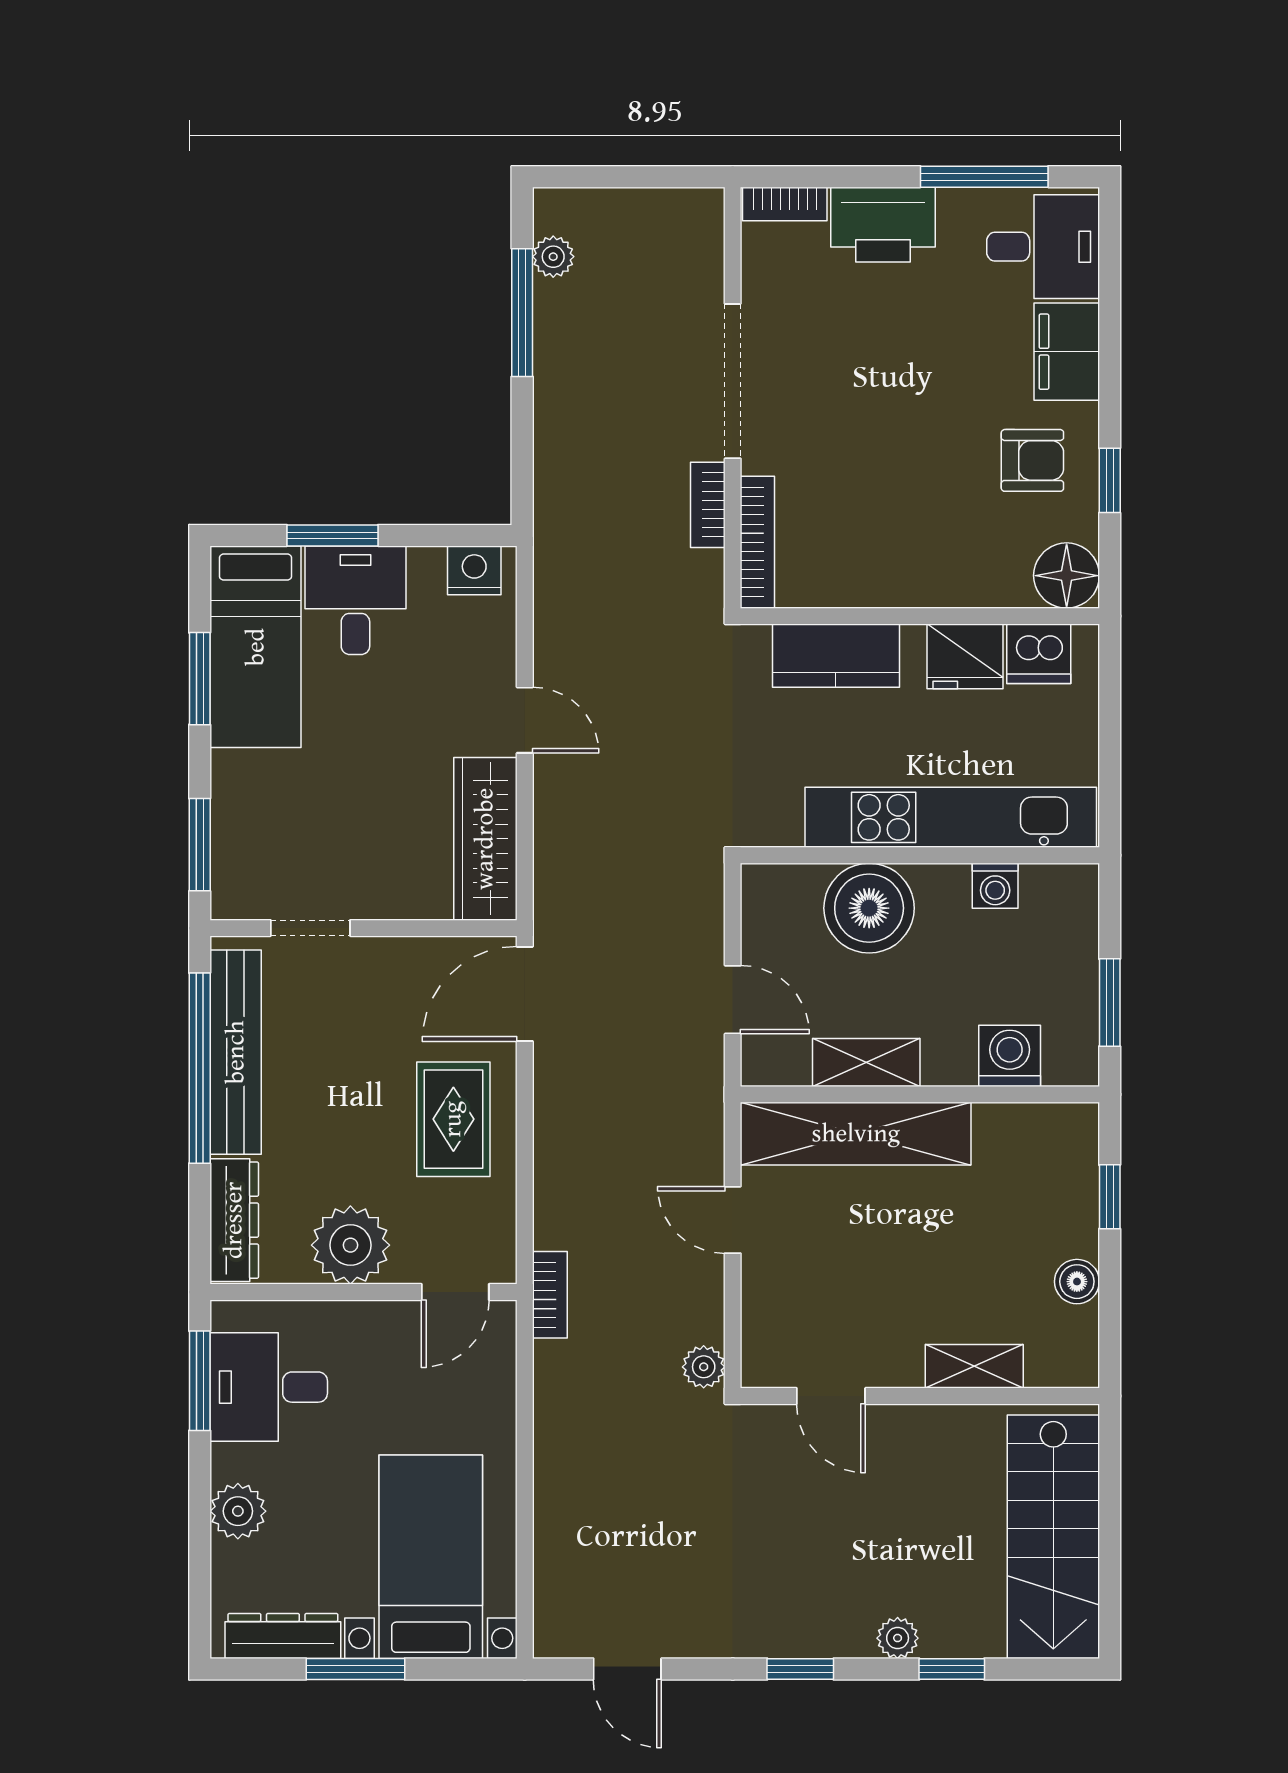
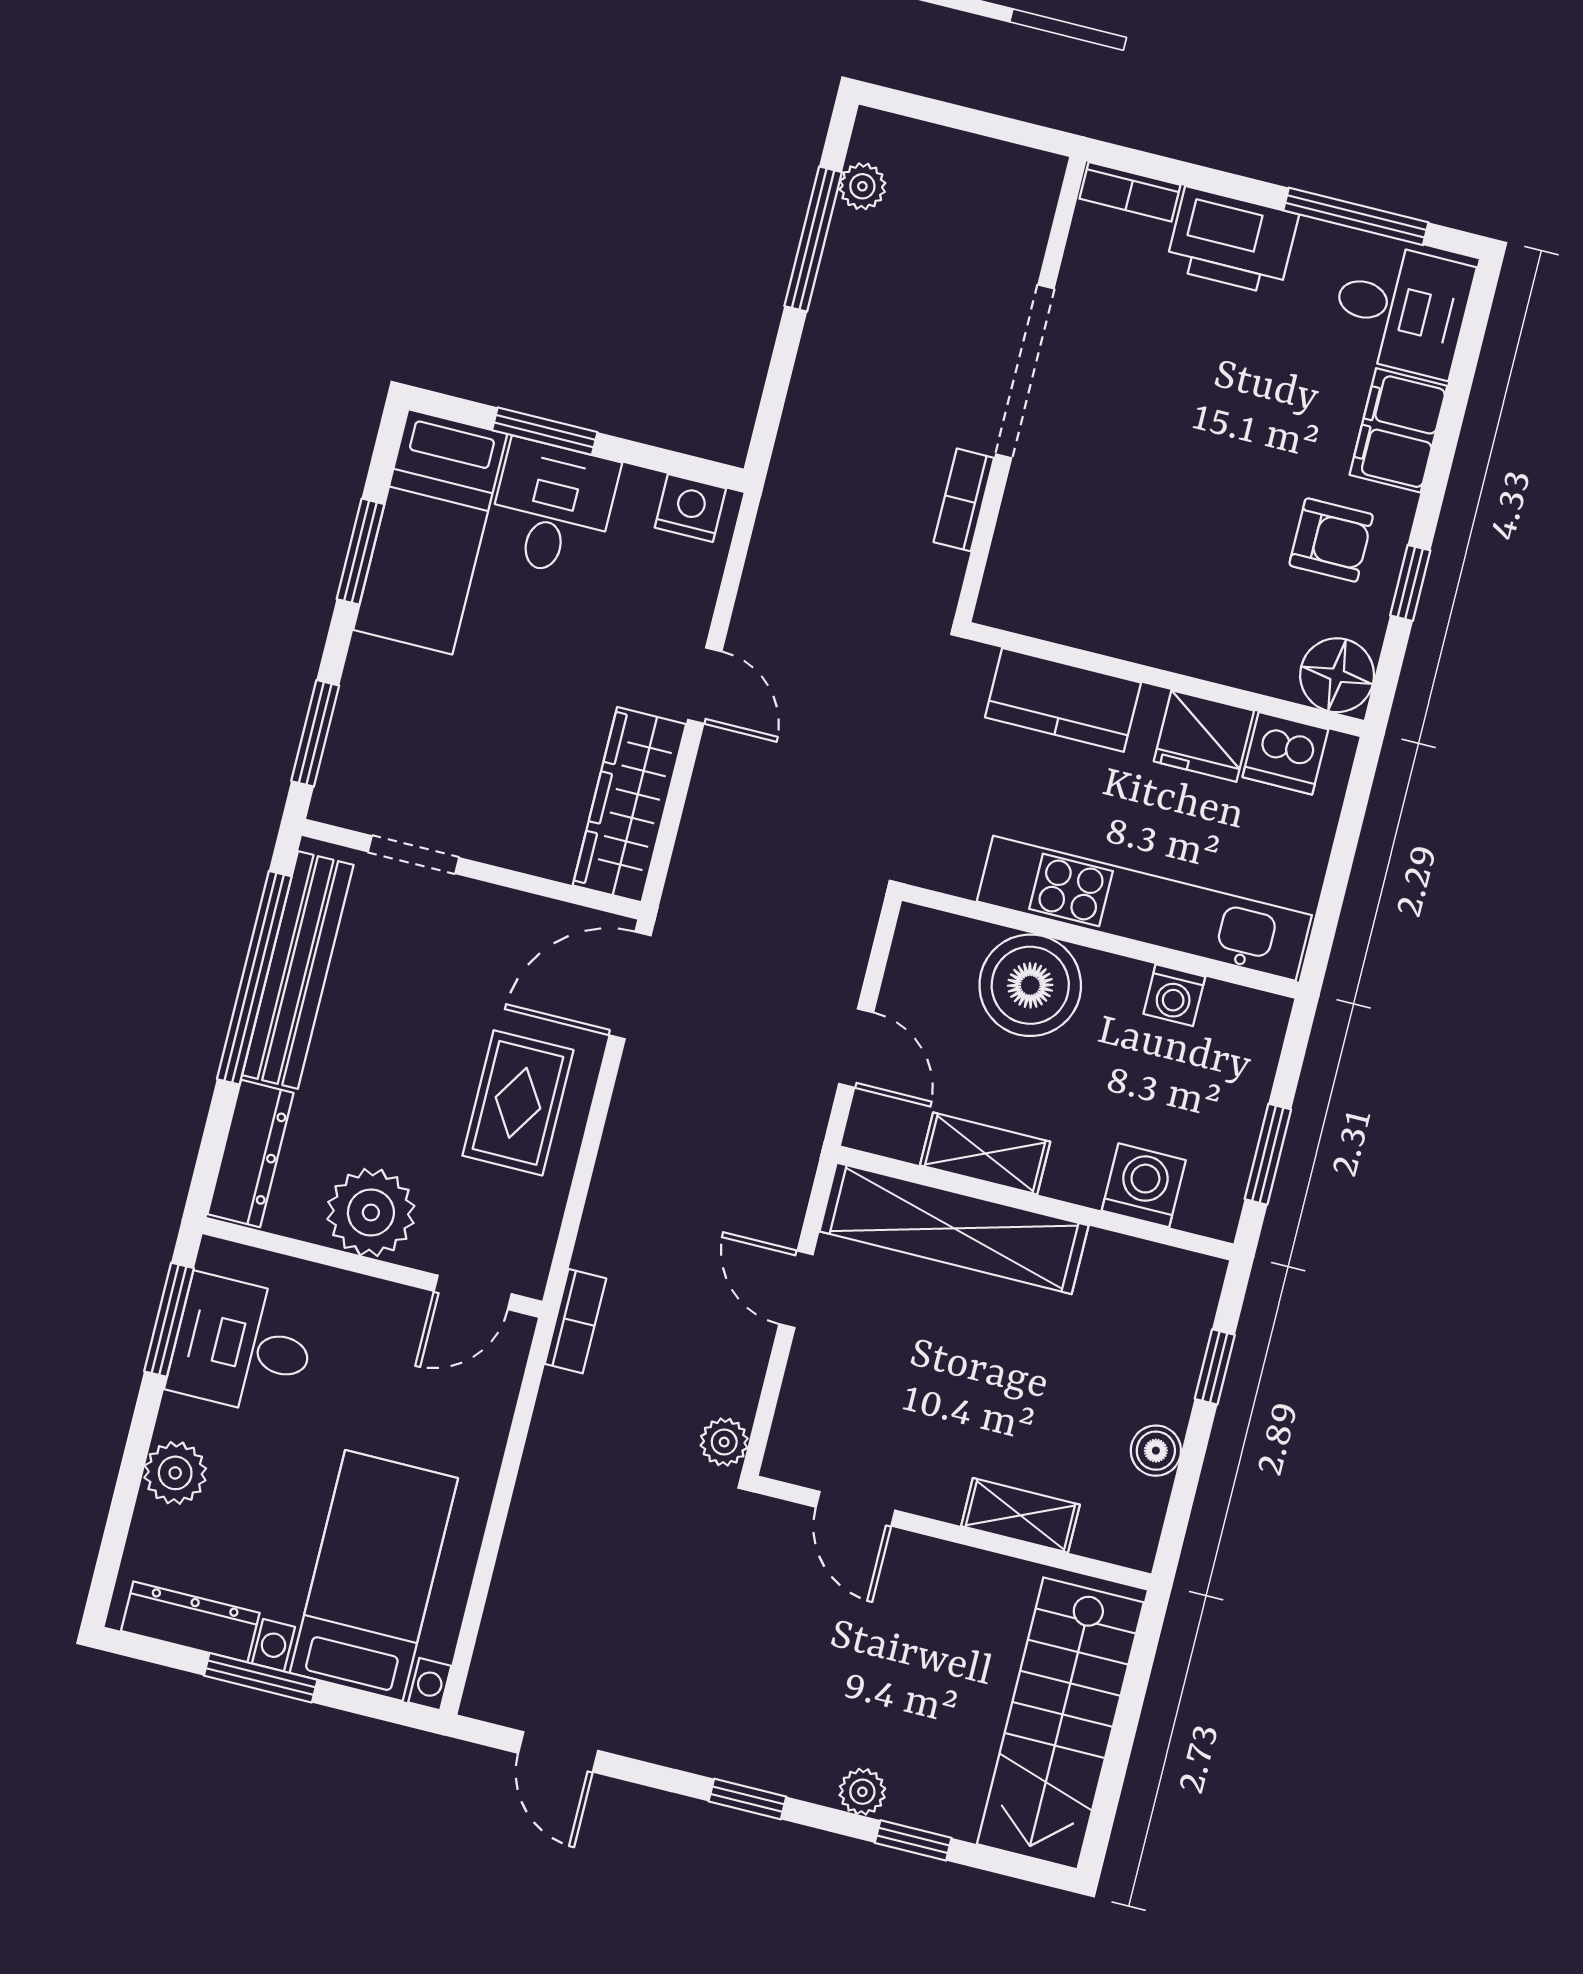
bookcase: (757, 542) -> (1008, 554), removed

